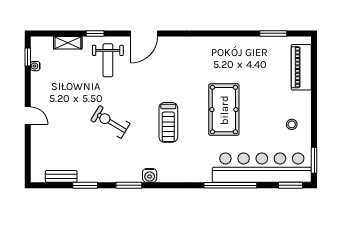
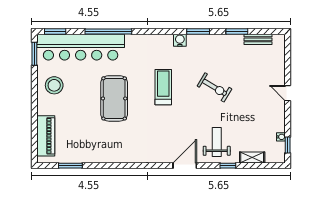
stool: (292, 124) -> (54, 85), width x1.89, depth x1.89

